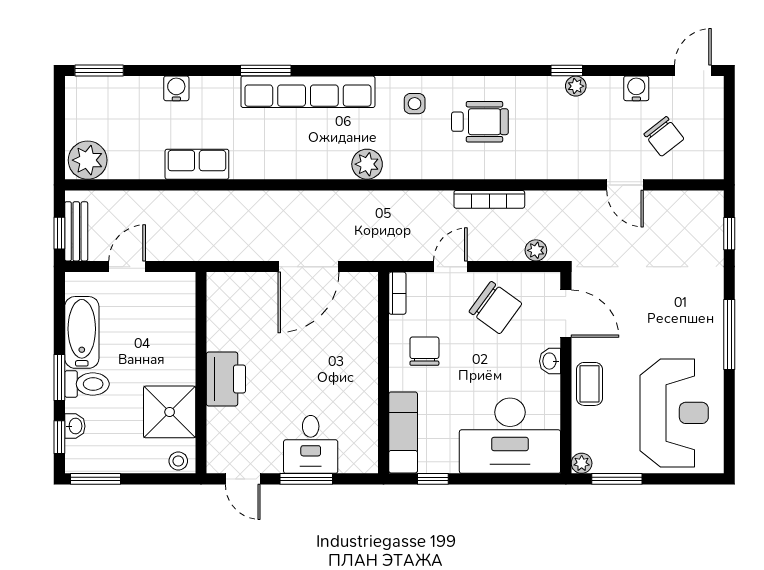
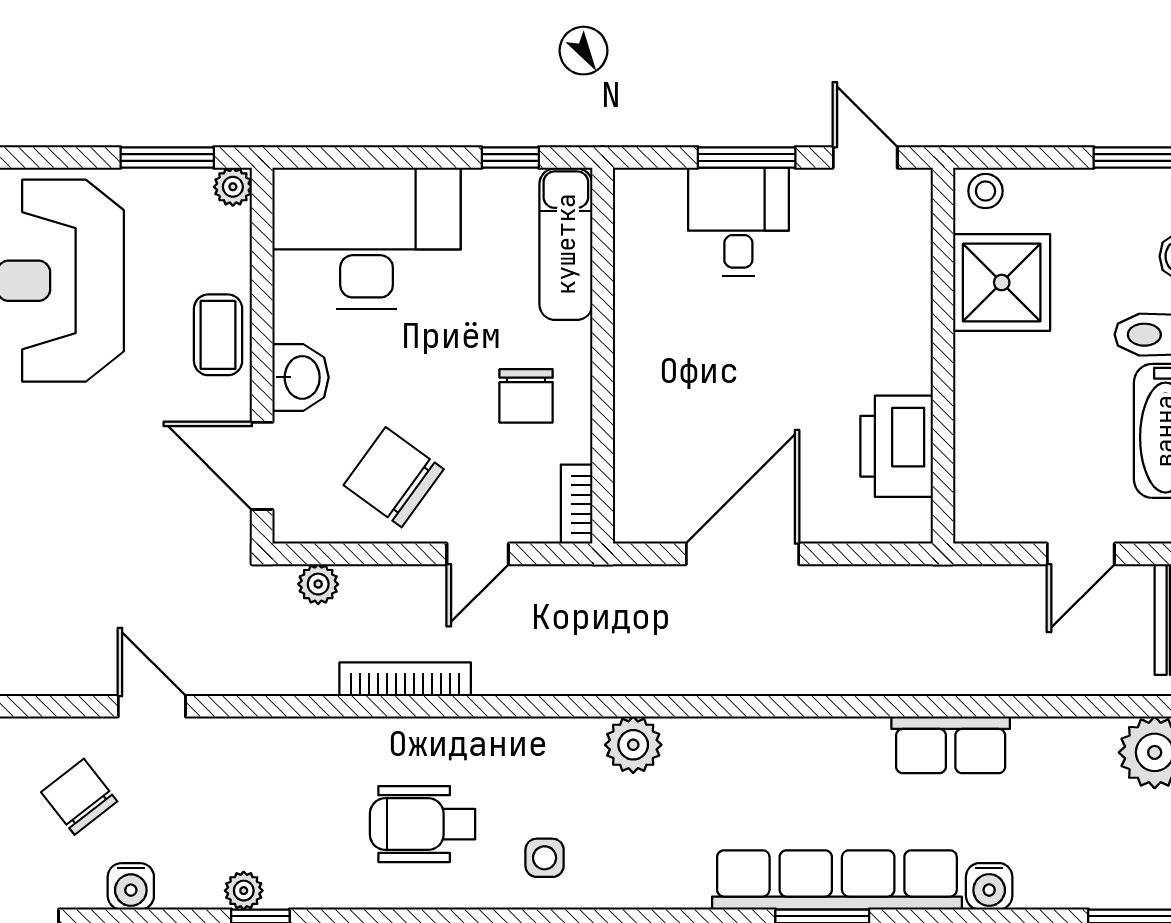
row of seats: (308, 92) -> (837, 880), moved
washbasin: (550, 361) -> (300, 377), width x1.38, depth x1.45
printer: (226, 379) -> (897, 446), moved

